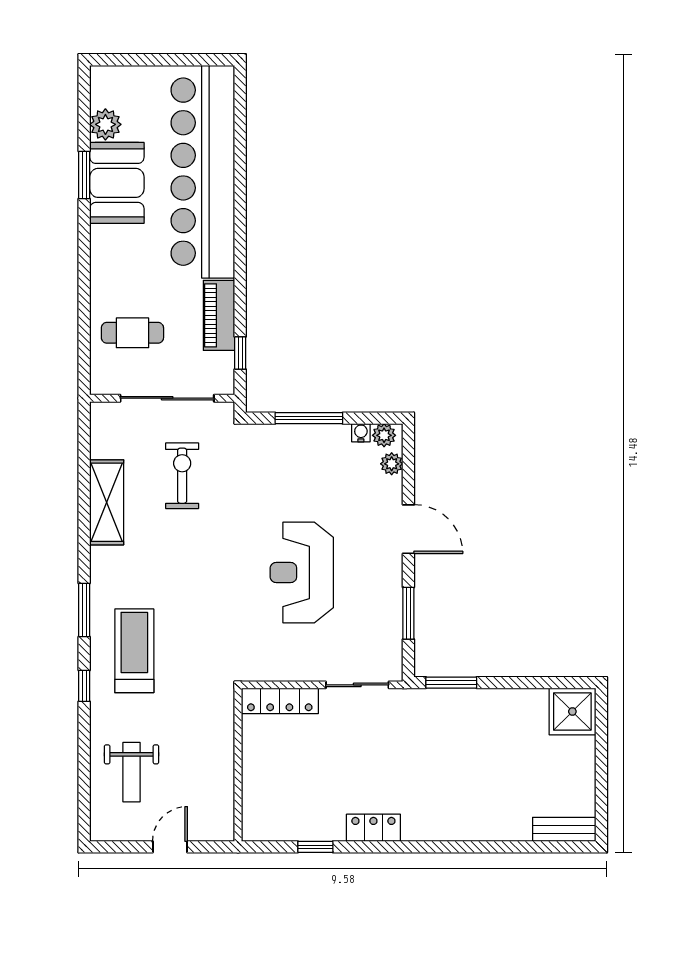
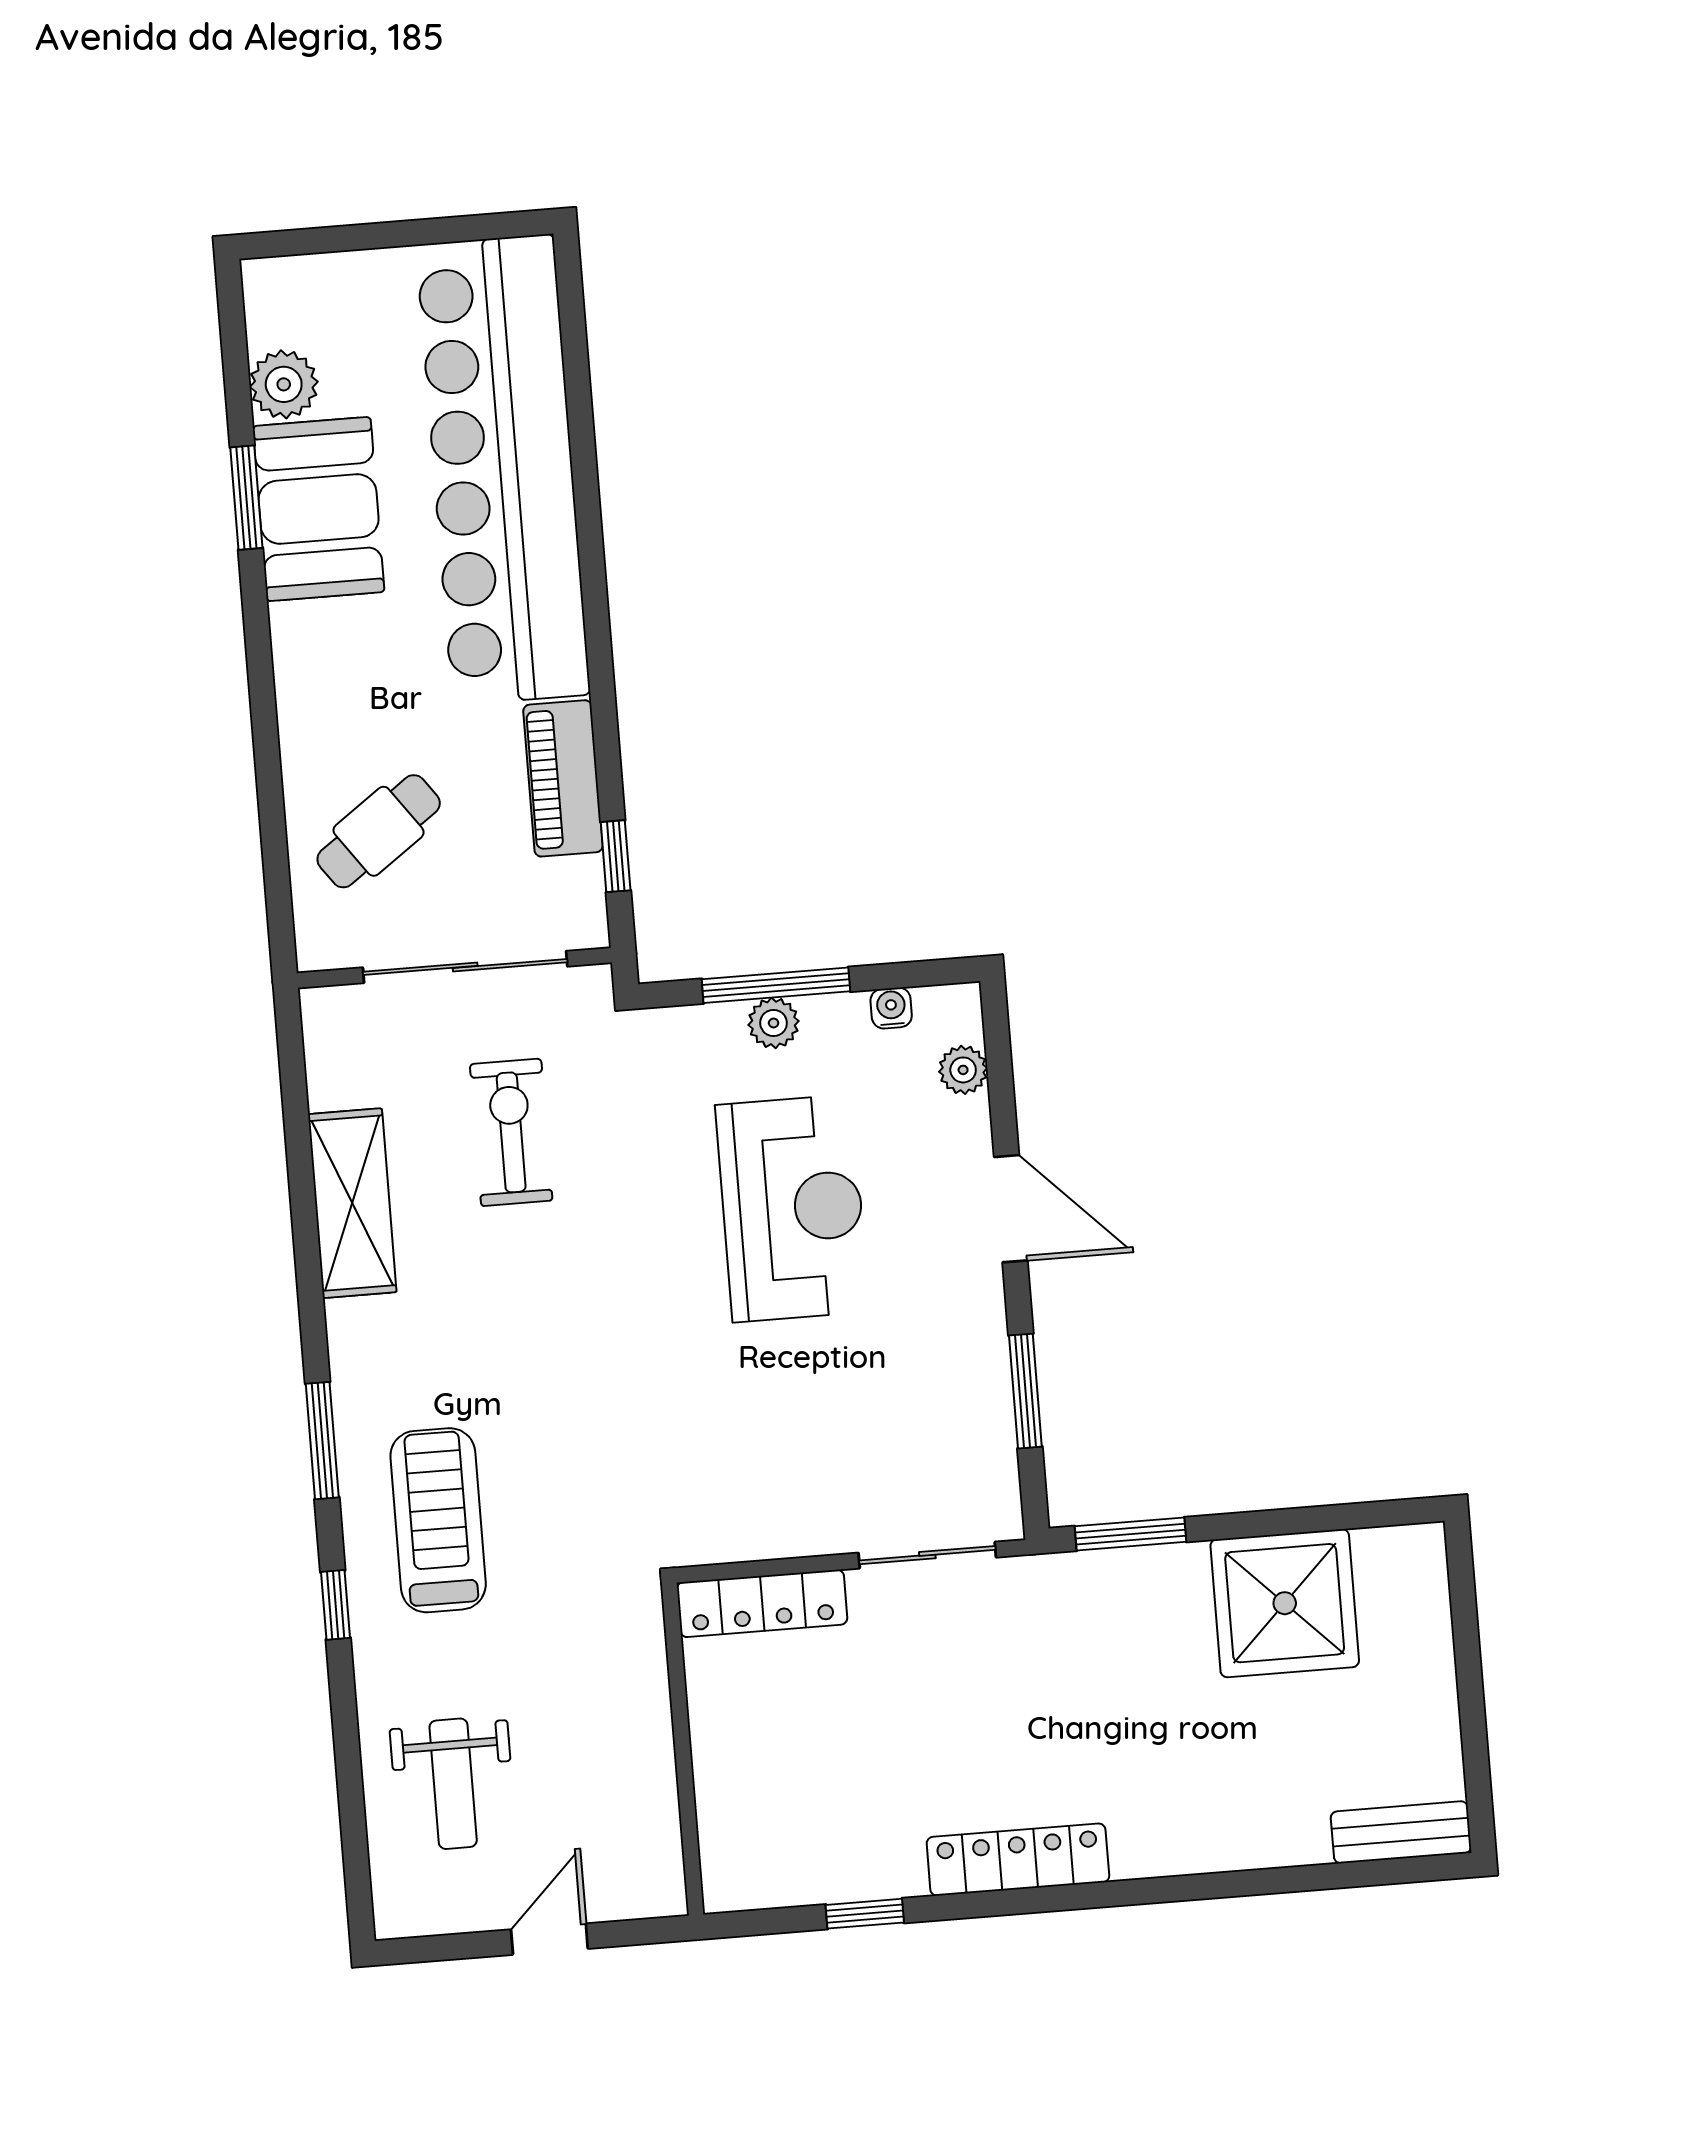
cafe table: (132, 333) -> (379, 831), turned -36
plant: (384, 435) -> (774, 1023), moved
reception desk: (302, 573) -> (792, 1208), moved, turned 180
shower: (572, 711) -> (1285, 1603), moved, width x1.37, depth x1.37
locker: (373, 828) -> (1018, 1860), width x1.53

